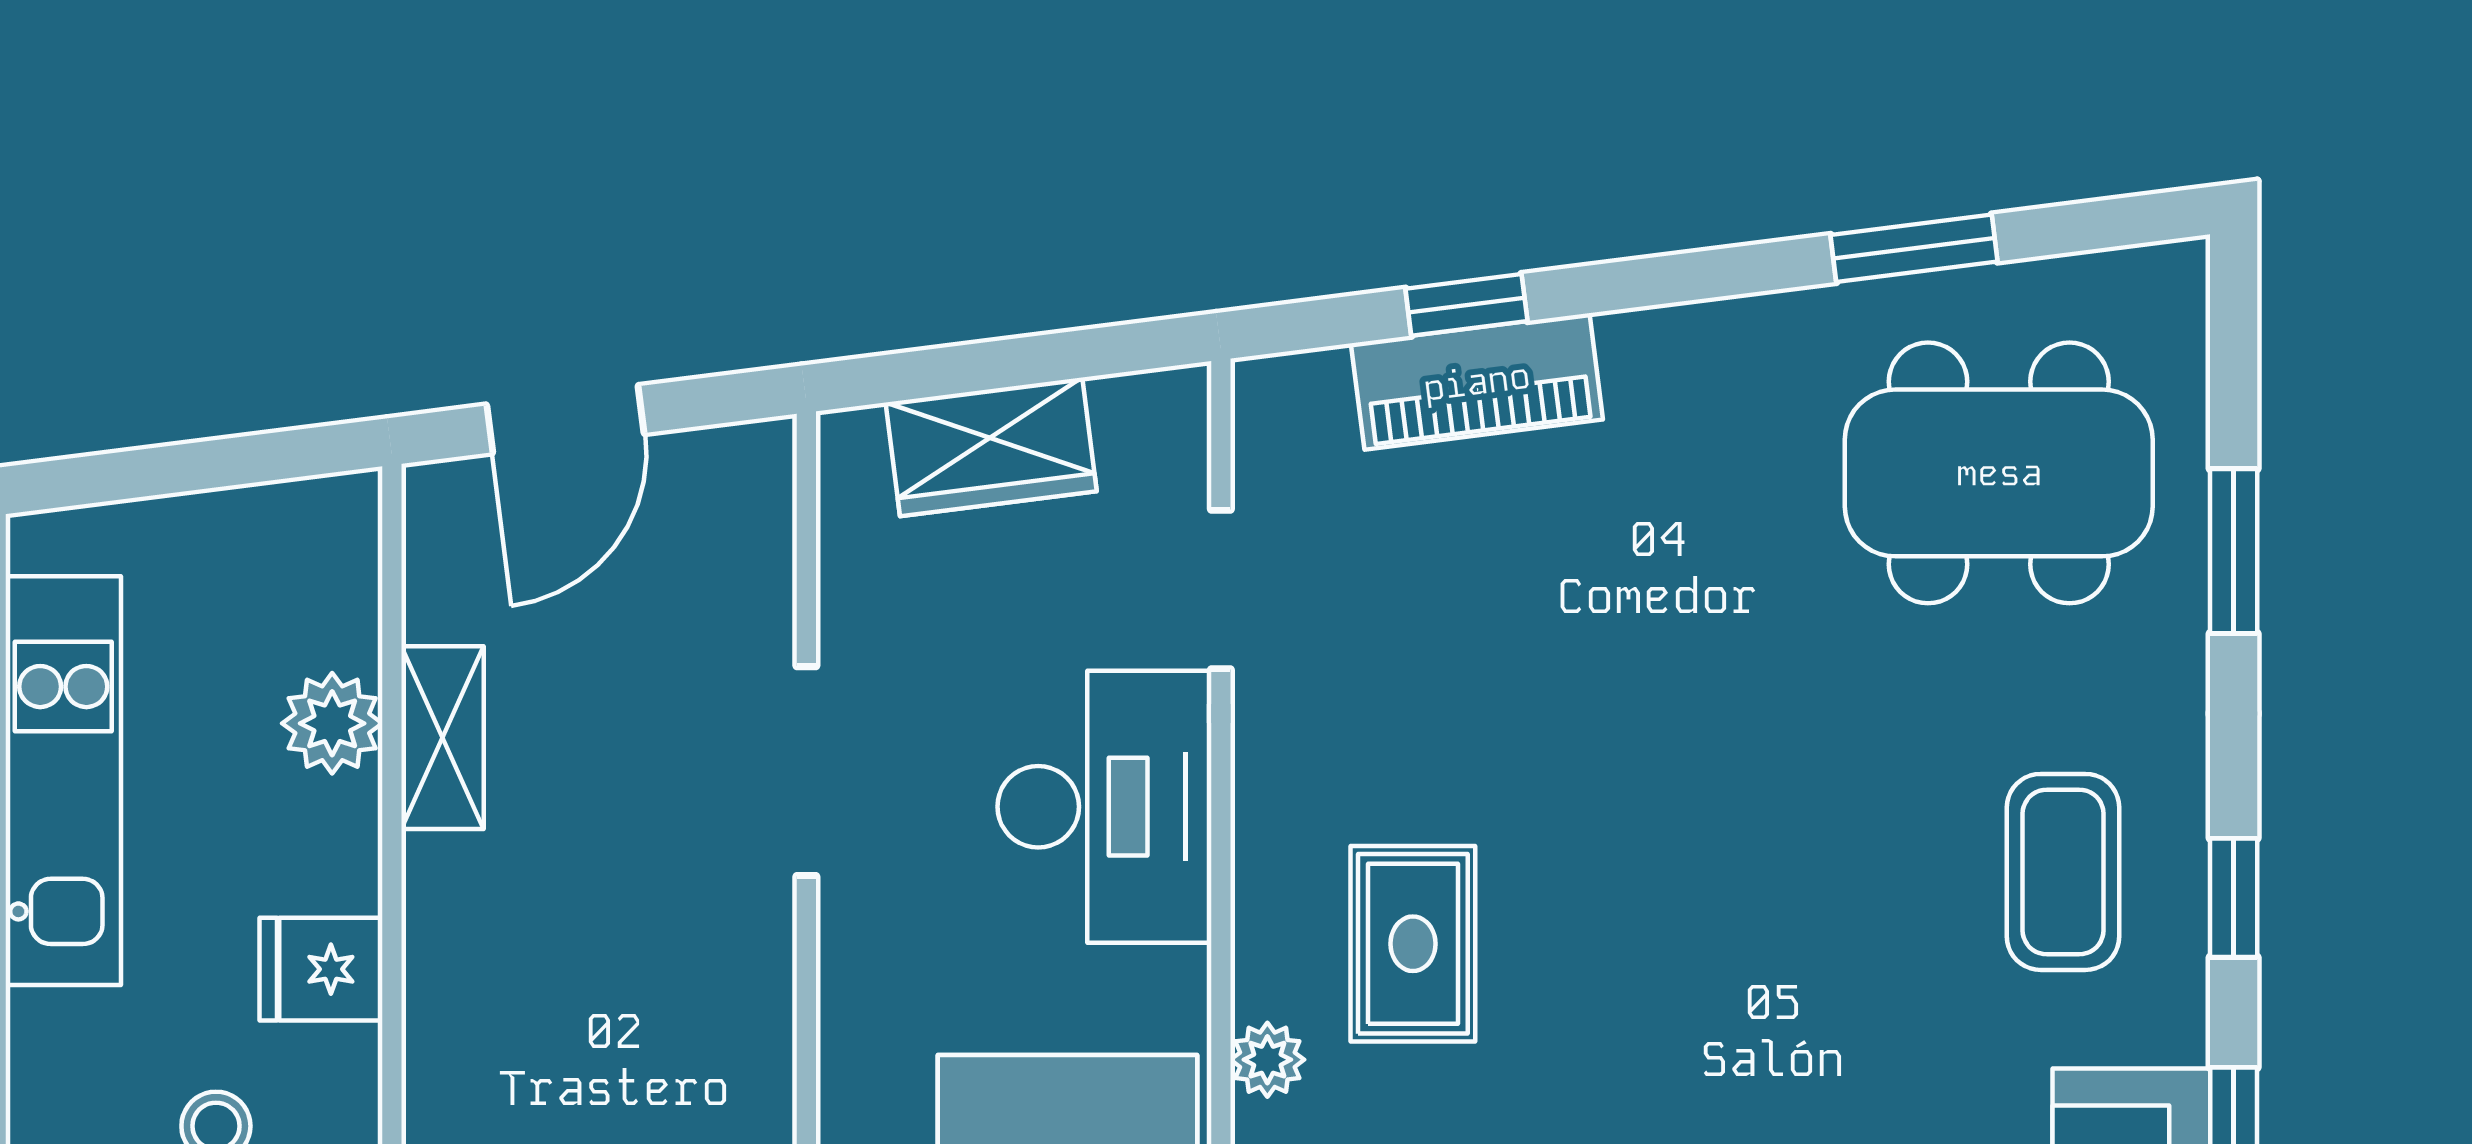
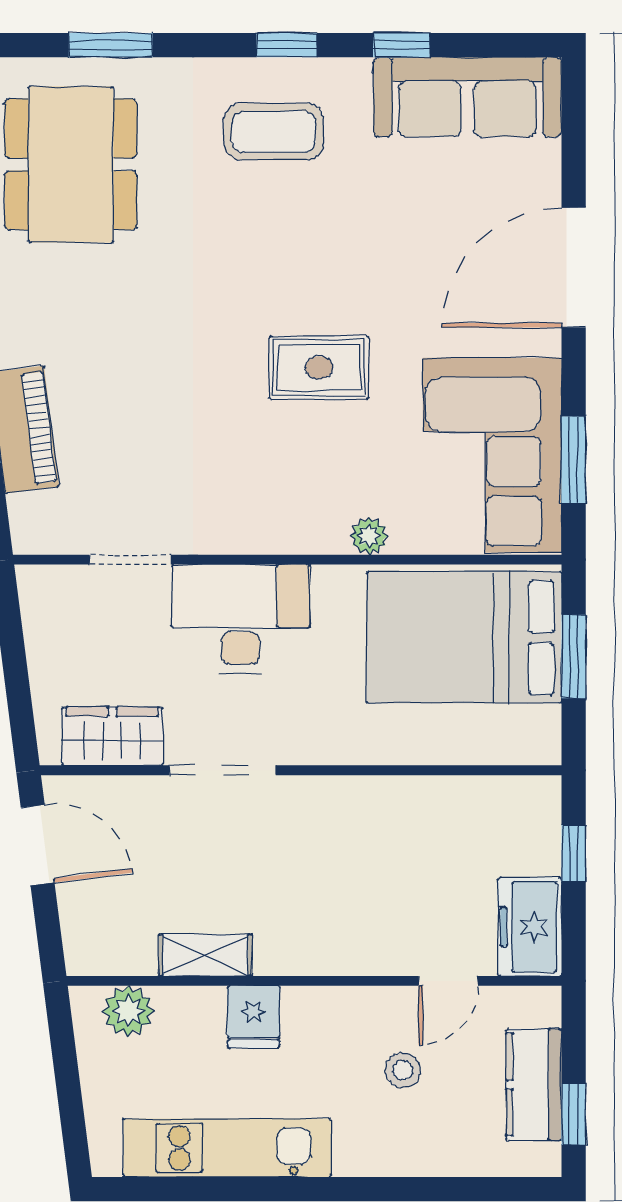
door: (565, 419) -> (38, 845), moved
wardrobe: (991, 447) -> (112, 736), moved, turned -83
plant: (332, 723) -> (128, 1011), moved
rug: (1413, 944) -> (319, 368), moved
fridge: (321, 969) -> (254, 1017), moved

